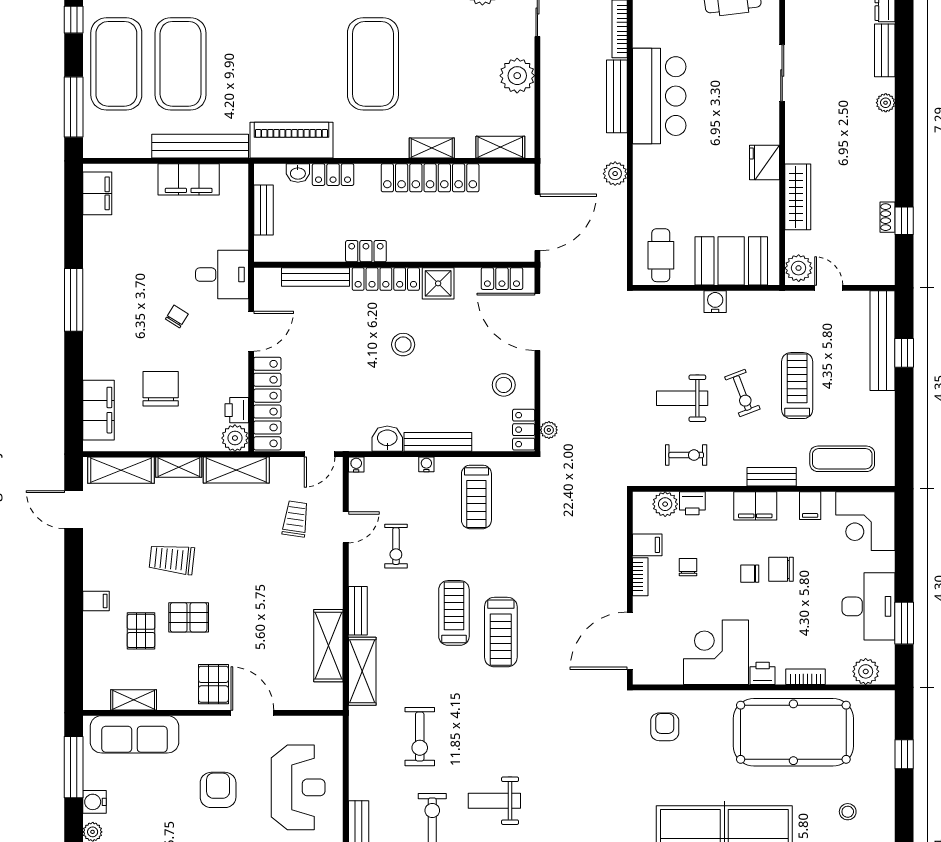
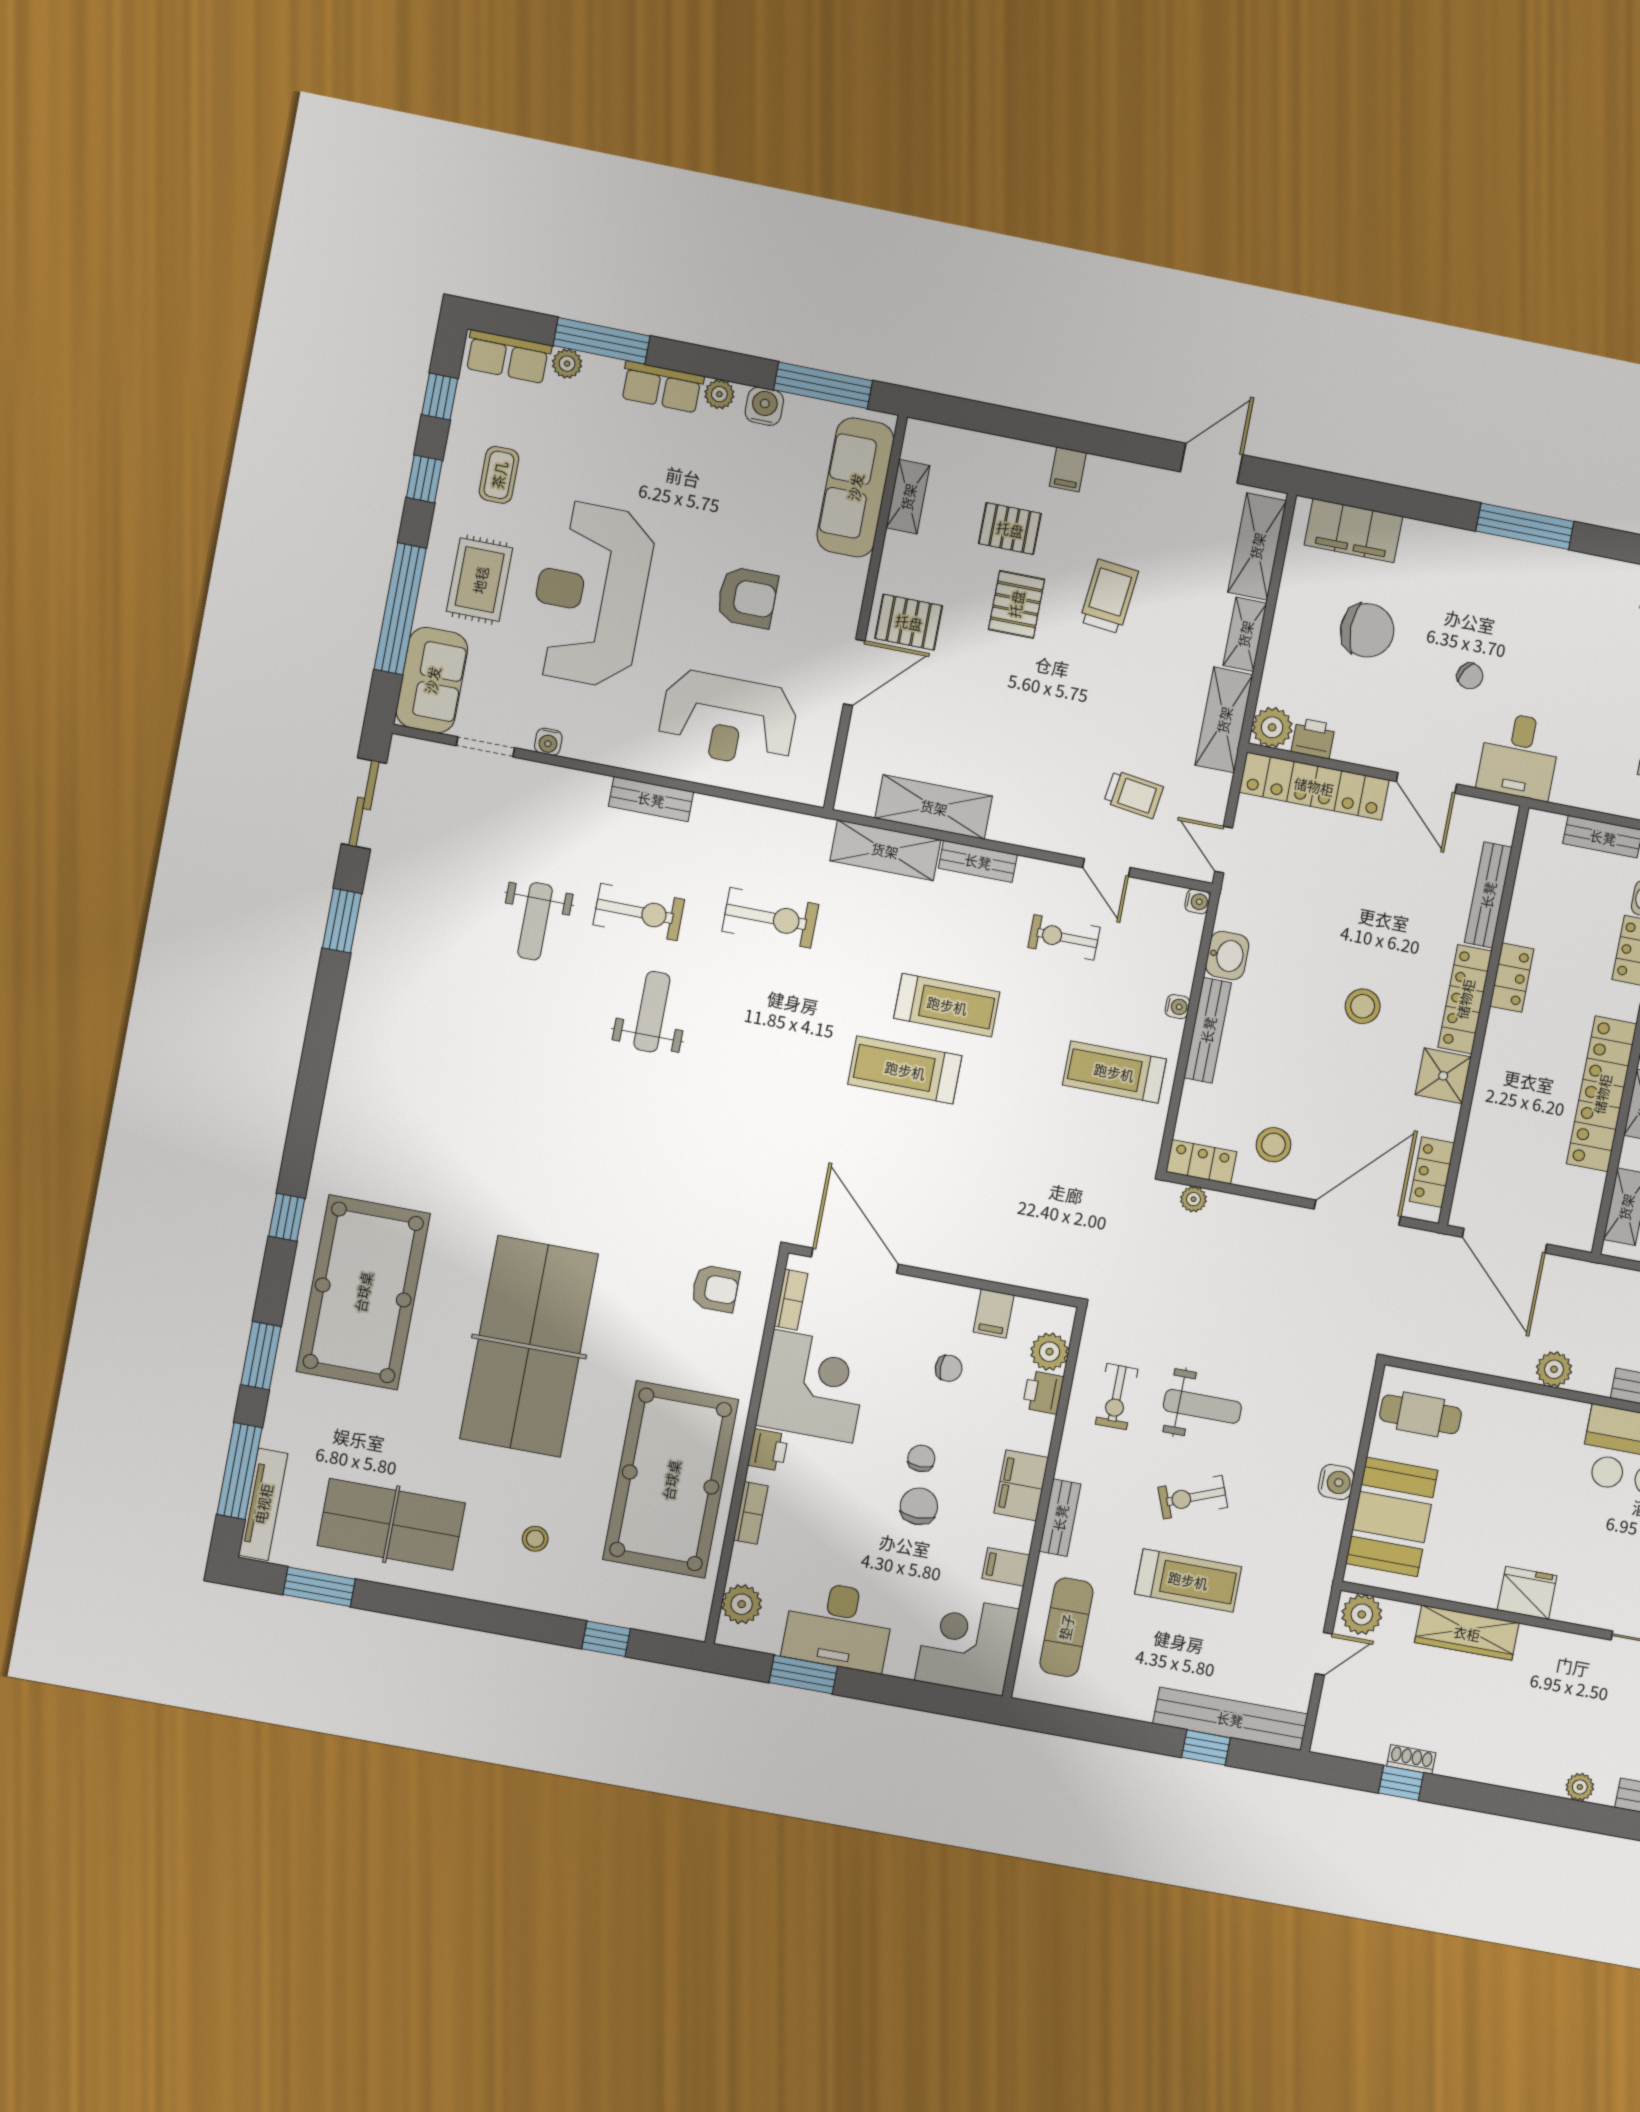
weight bench: (682, 398) -> (1202, 1406), turned 90
bookcase: (640, 577) -> (791, 1300), moved, turned -90
exercise bike: (420, 737) -> (770, 918), turned 180

